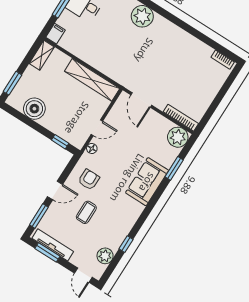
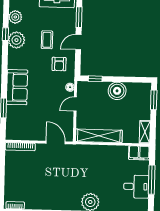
filing cabinet: (55, 34) -> (139, 153), width x2.00
boiler: (34, 109) -> (117, 91), moved
plant: (178, 137) -> (16, 40), moved

